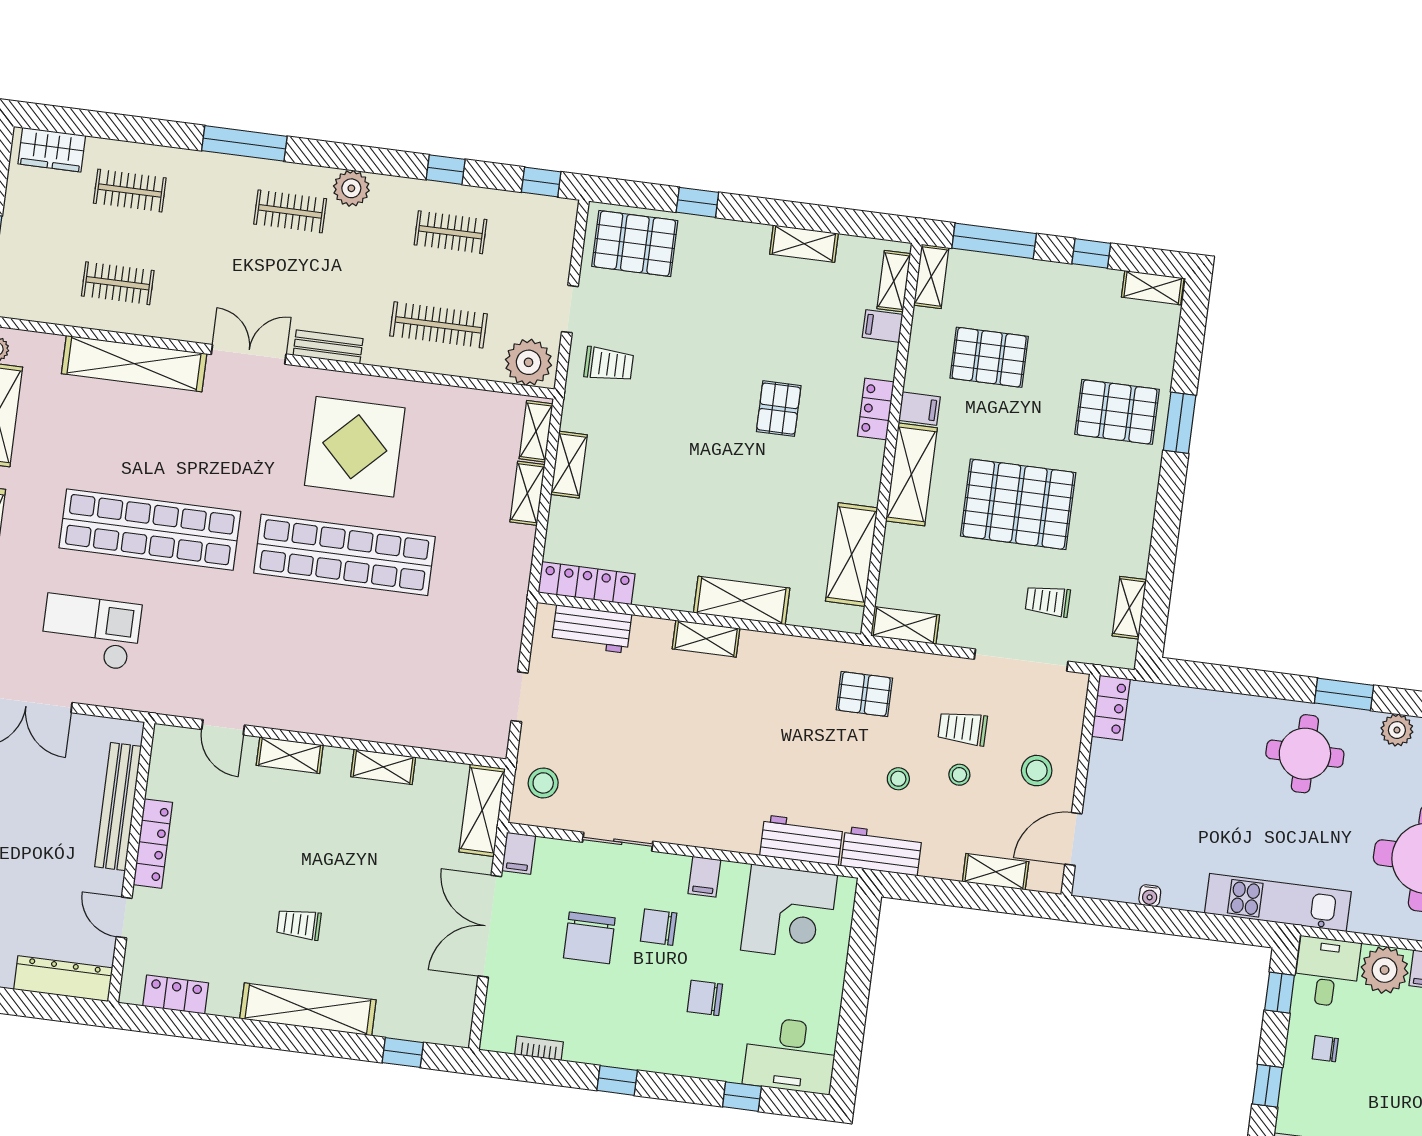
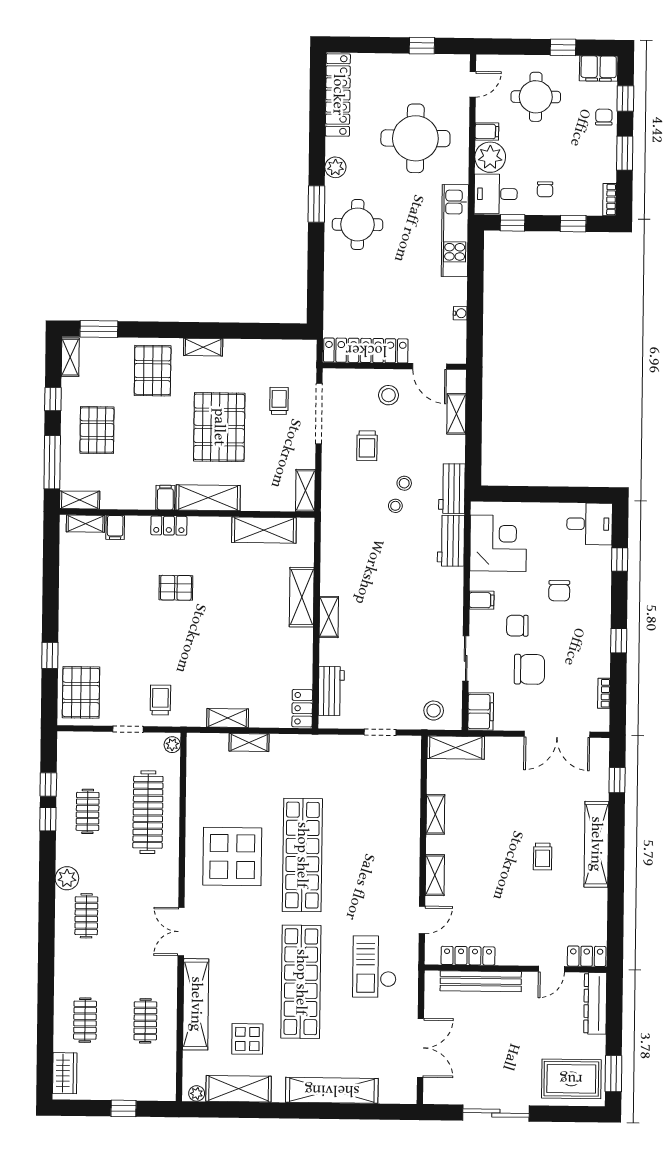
window: (244, 143) -> (46, 950), removed
window: (541, 182) -> (48, 785), moved
shelving: (804, 244) -> (68, 584), removed
clothes rail: (438, 325) -> (148, 812), width x1.37, depth x1.31
bench: (328, 347) -> (170, 881), removed
pallet: (989, 357) -> (97, 430), moved
plant: (528, 362) -> (172, 745), width x0.53, depth x0.53
window: (1180, 423) -> (99, 329), moved
shelving: (536, 431) -> (209, 742), removed
display table: (71, 437) -> (247, 1039), added
locker: (587, 583) -> (302, 708), width x0.66
trolley: (1048, 601) -> (279, 401), turned 180
shelving: (1129, 608) -> (203, 347), moved
checkout: (91, 632) -> (375, 967), moved
pallet: (864, 694) -> (352, 511), removed
locker: (1111, 708) -> (366, 350), width x2.16, depth x1.21
stool: (959, 775) -> (395, 506), moved
locker: (153, 844) -> (468, 956), moved
filing cabinet: (519, 853) -> (481, 712), width x2.00
double door: (490, 926) -> (557, 734), moved
chair: (659, 927) -> (517, 626), turned 90
locker: (176, 995) -> (587, 956), moved, turned 90
desk: (790, 1055) -> (590, 524), width x0.73

